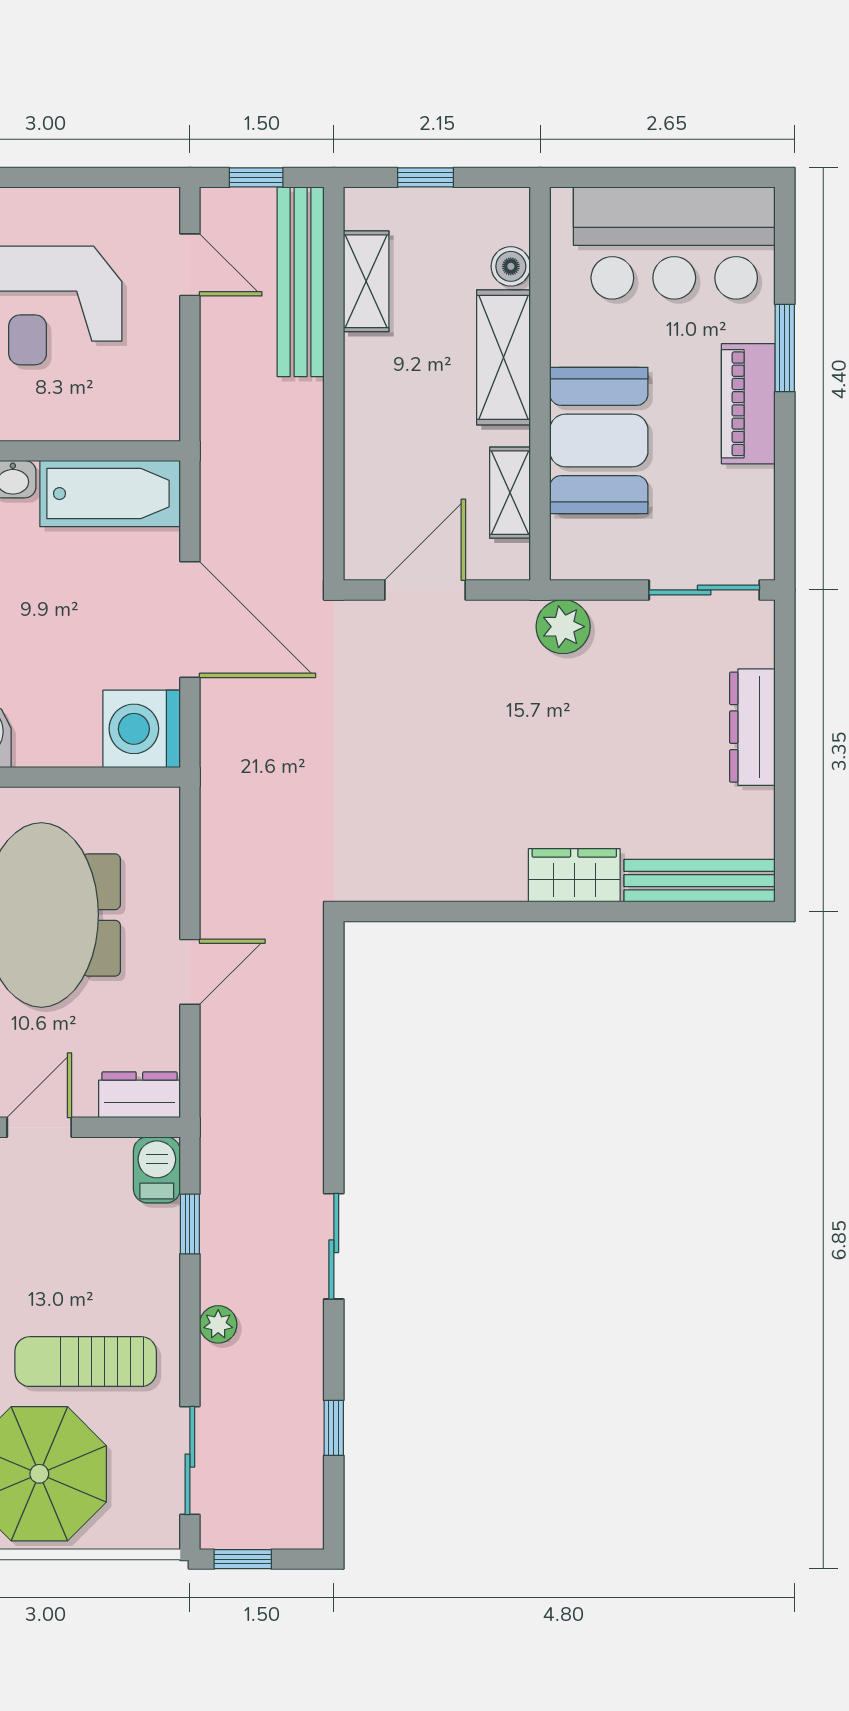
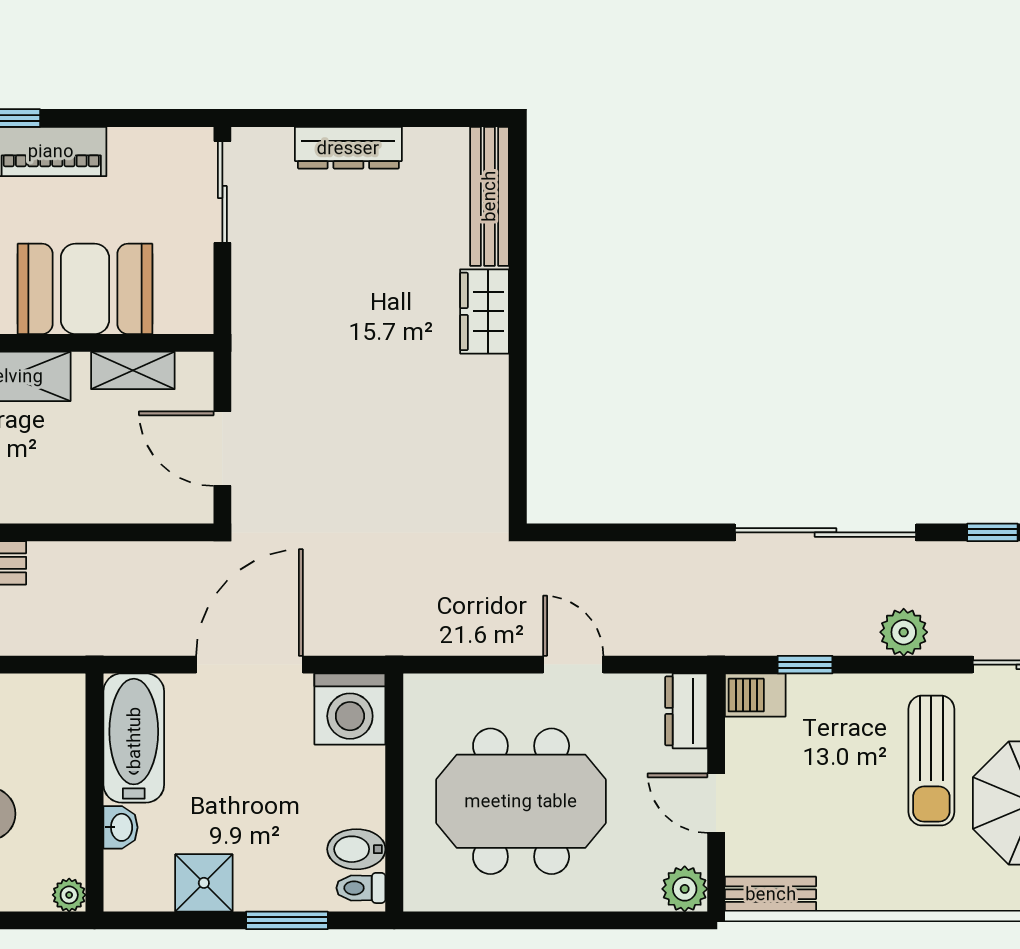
plant: (563, 627) -> (256, 322), removed
sliding door: (334, 1246) -> (825, 532), width x1.86
plant: (218, 1324) -> (904, 632), width x1.38, depth x1.38

